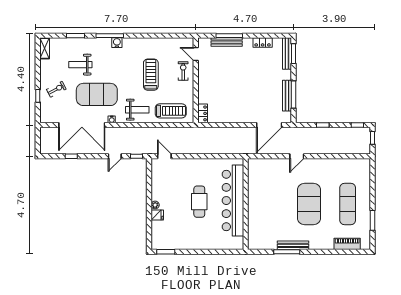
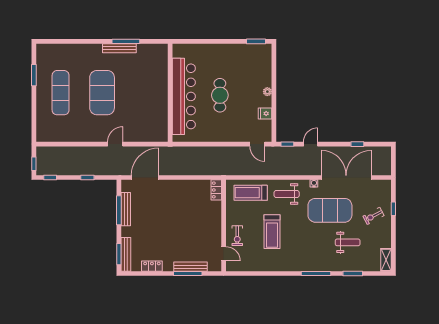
water cooler: (117, 43) -> (308, 266), removed
fridge: (157, 215) -> (265, 113), moved
piano: (347, 244) -> (61, 50), removed

